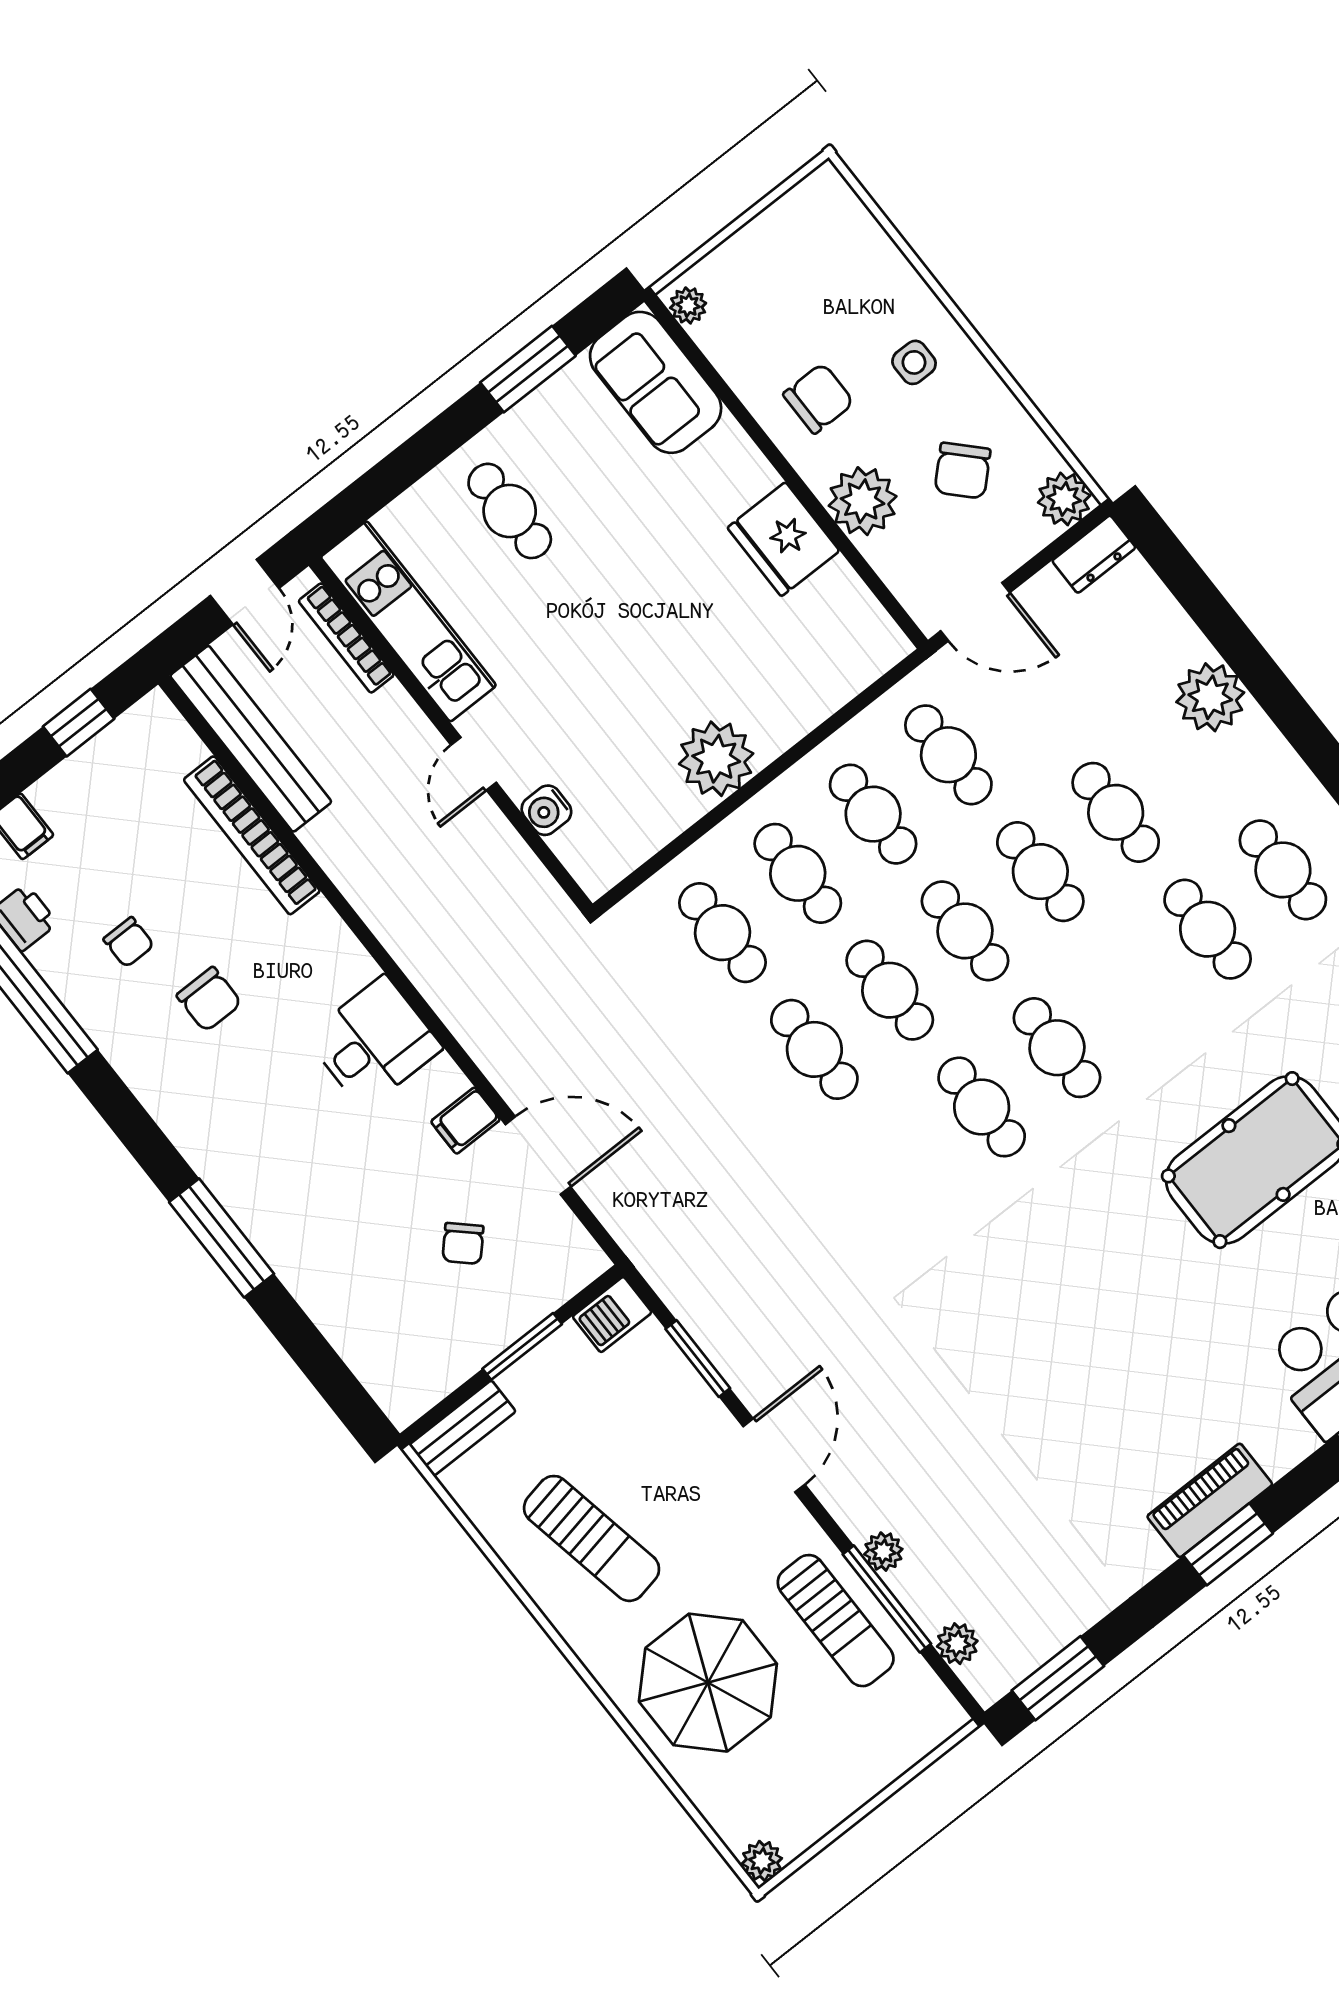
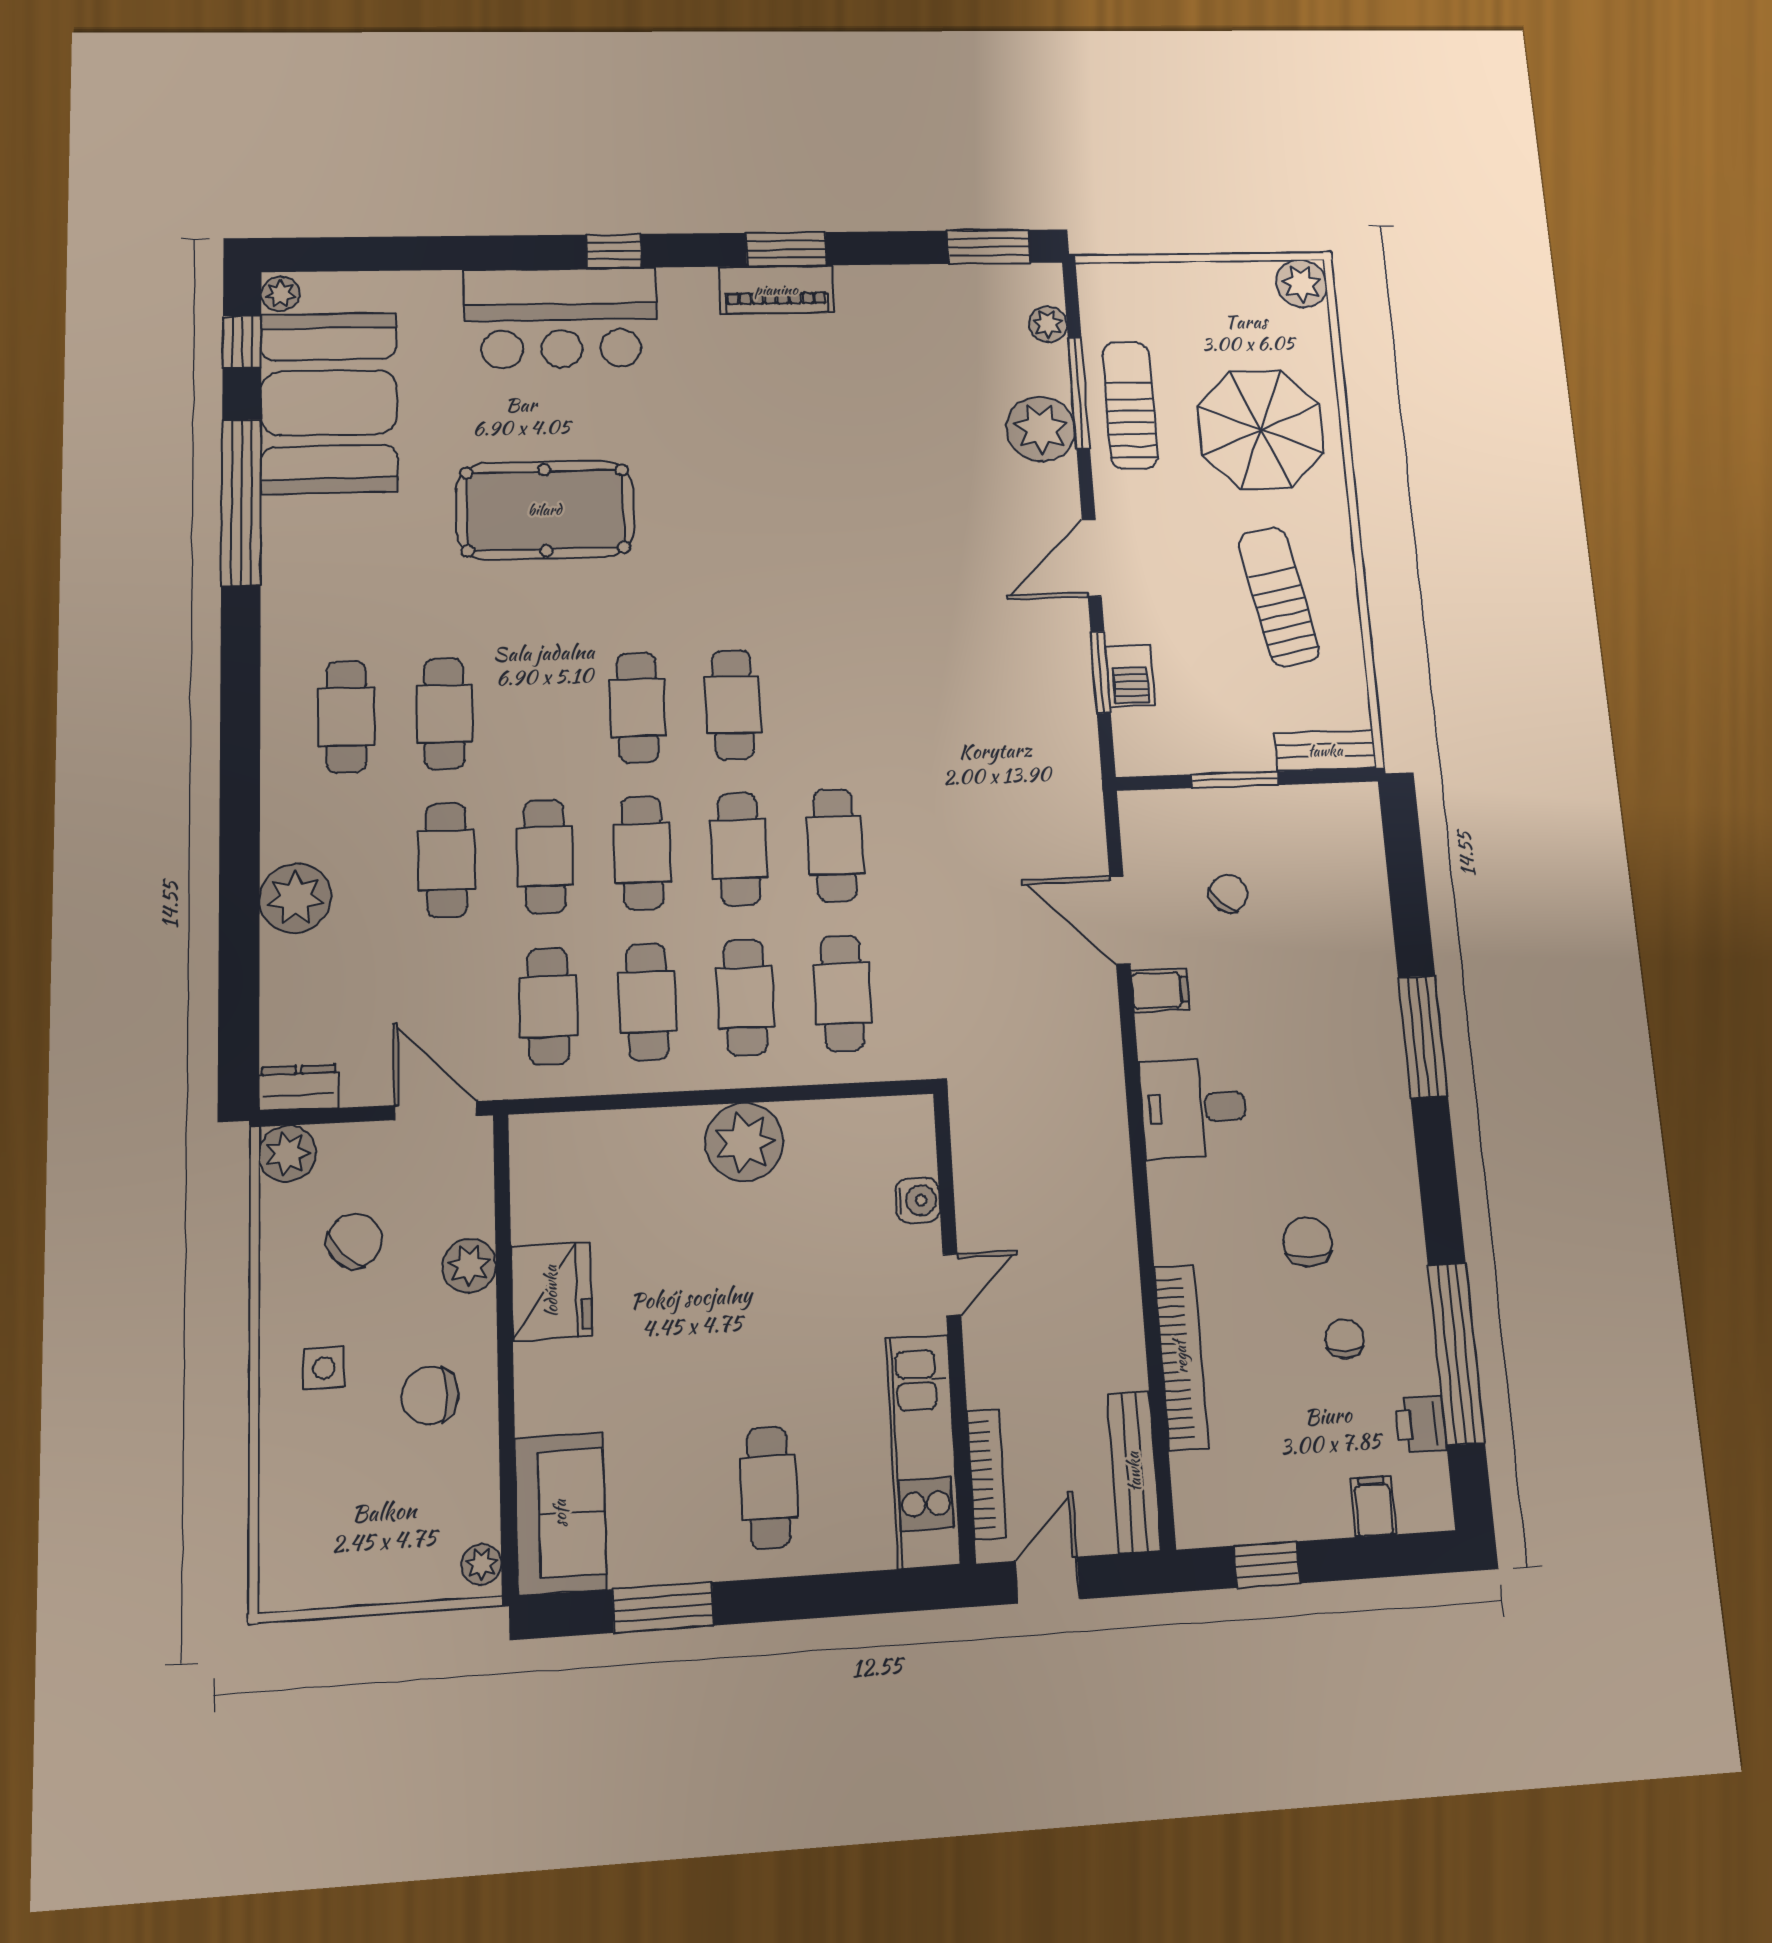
plant: (863, 501) -> (469, 1266), width x0.73, depth x0.73
bench: (251, 739) -> (1134, 1472), width x0.73, depth x0.82
barbecue: (612, 1314) -> (1130, 676), moved, turned 90
plant: (883, 1552) -> (1041, 429), width x1.88, depth x1.88
plant: (762, 1861) -> (1301, 284), width x1.38, depth x1.38

